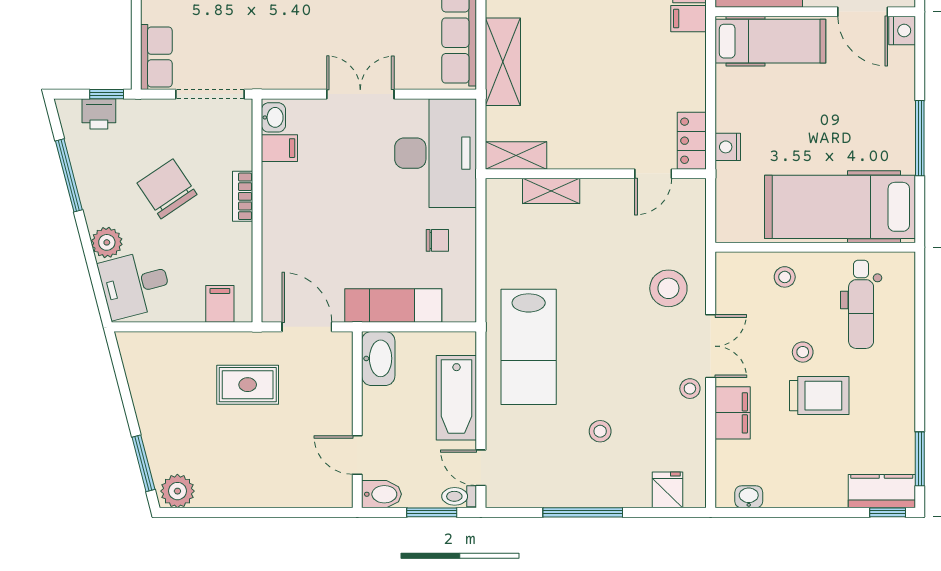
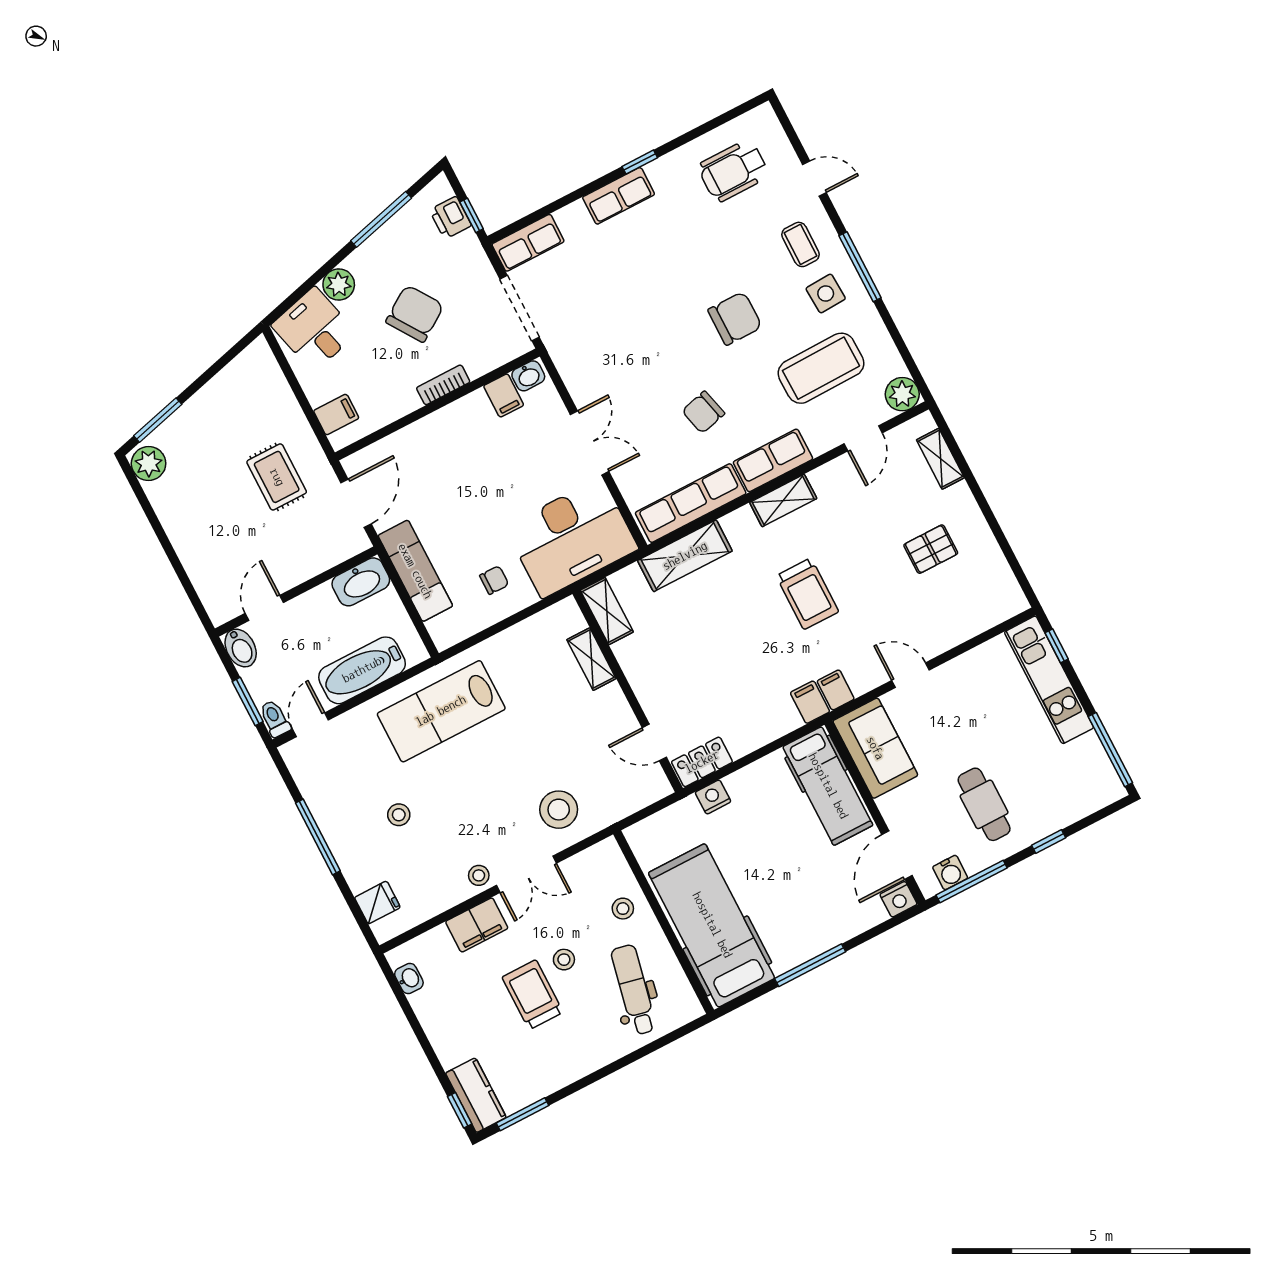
chair: (437, 240) -> (494, 580), turned -90
dental chair: (861, 304) -> (634, 990), turned 102
trolley: (819, 396) -> (533, 995), turned 180

